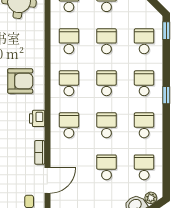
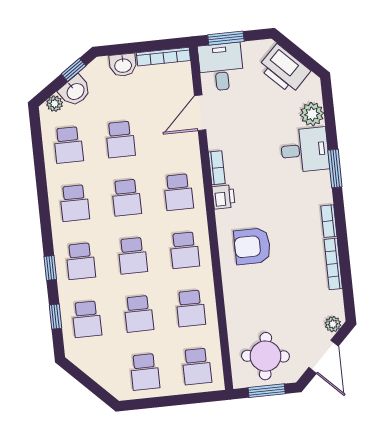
window: (166, 31) -> (55, 317), moved
window: (166, 95) -> (50, 268), moved
bookcase: (40, 152) -> (217, 168), moved

